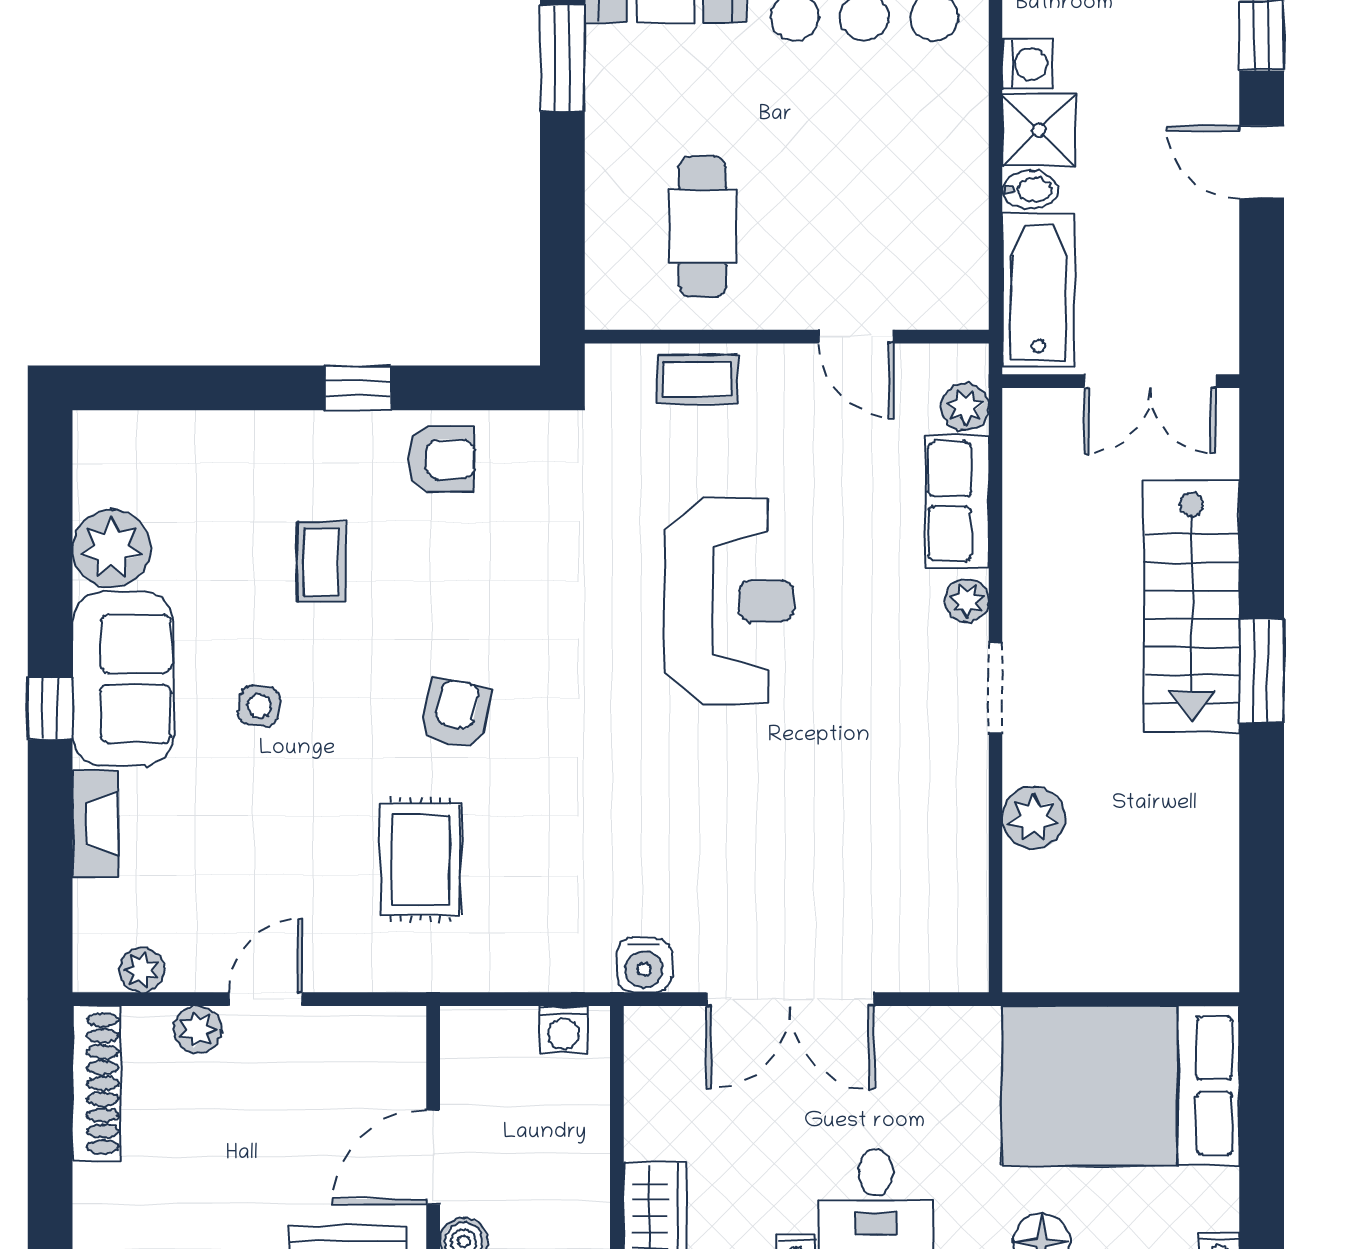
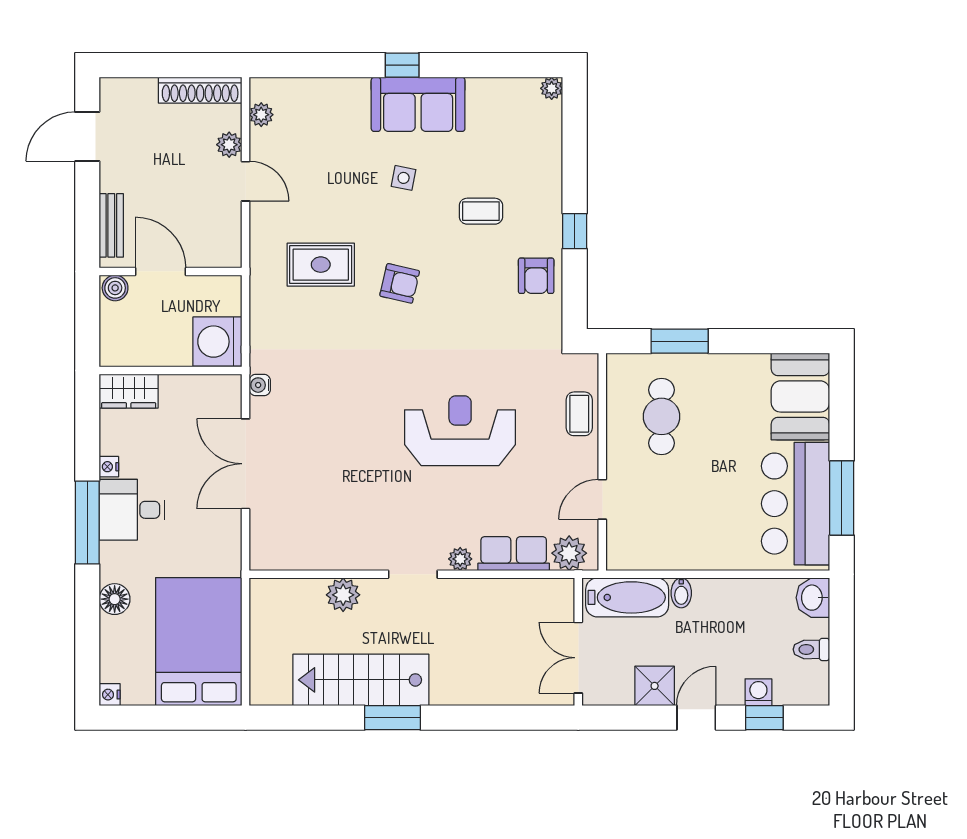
window: (562, 58) -> (680, 341), moved
washing machine: (1027, 64) -> (758, 692), moved, turned 180
shower: (1039, 130) -> (655, 686), moved
cafe table: (702, 227) -> (662, 416), turned 90
plant: (965, 407) -> (569, 553), width x1.38, depth x1.38
plant: (111, 548) -> (552, 88), moved, width x0.53, depth x0.53
reception desk: (729, 601) -> (460, 431), turned 180
stairs: (1192, 606) -> (361, 680), moved
window: (1262, 671) -> (392, 718), moved
fireplace: (95, 824) -> (340, 90), removed
water cooler: (644, 965) -> (260, 385), width x0.72, depth x0.72
washing machine: (563, 1030) -> (217, 342), width x1.89, depth x1.89

